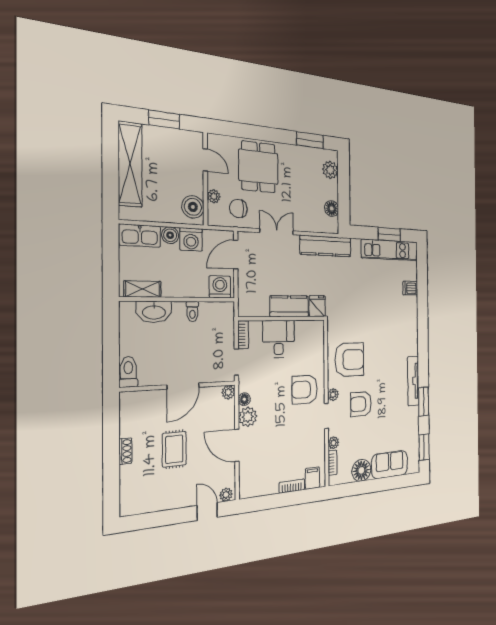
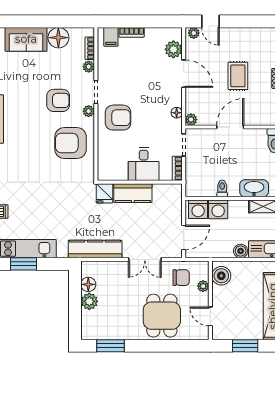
plant: (330, 170) -> (89, 301), moved
washing machine: (191, 239) -> (218, 209), moved, turned 180
plant: (248, 417) -> (173, 49), moved

